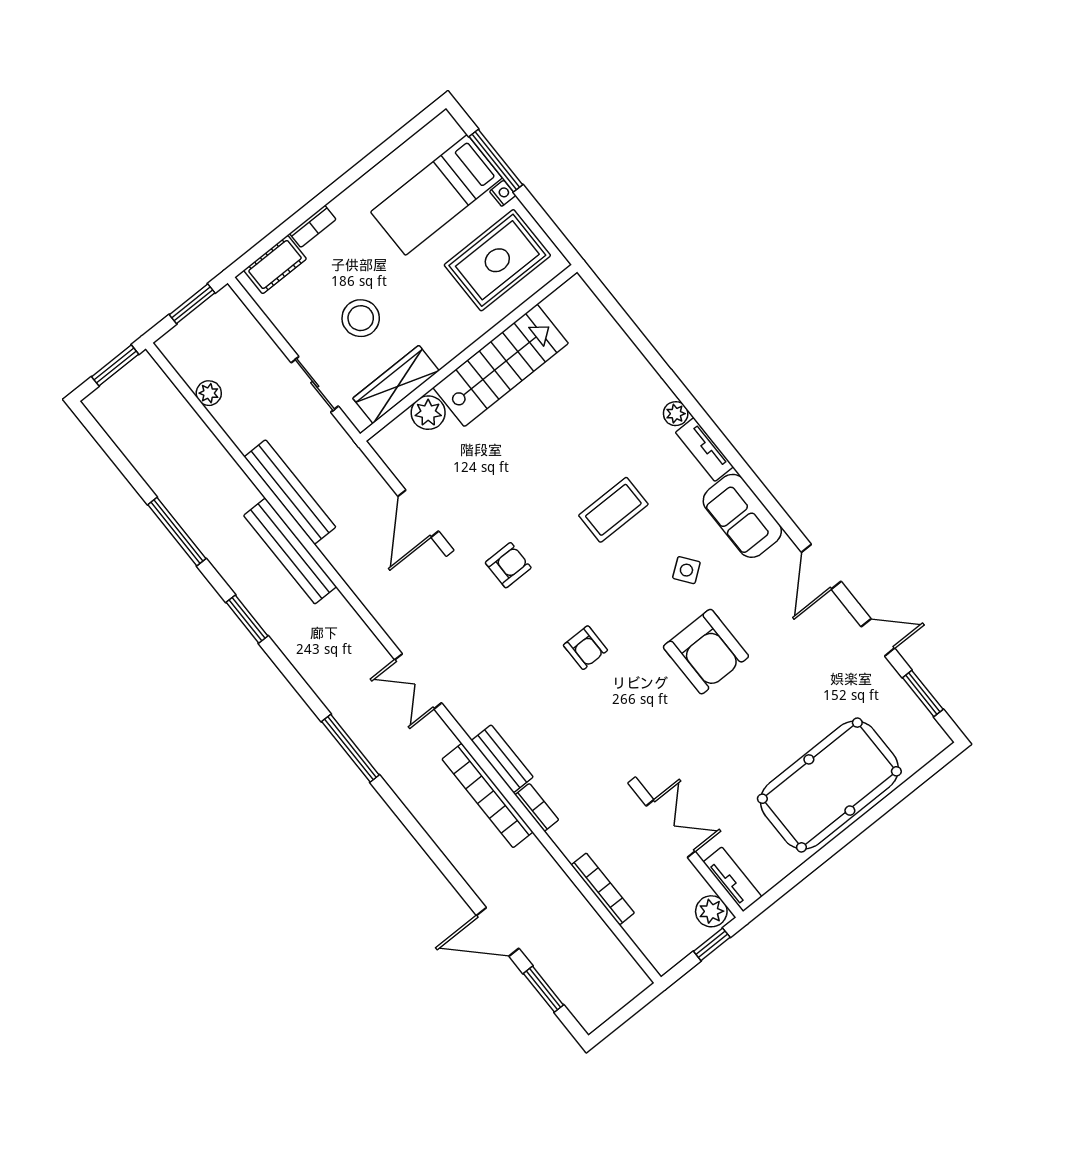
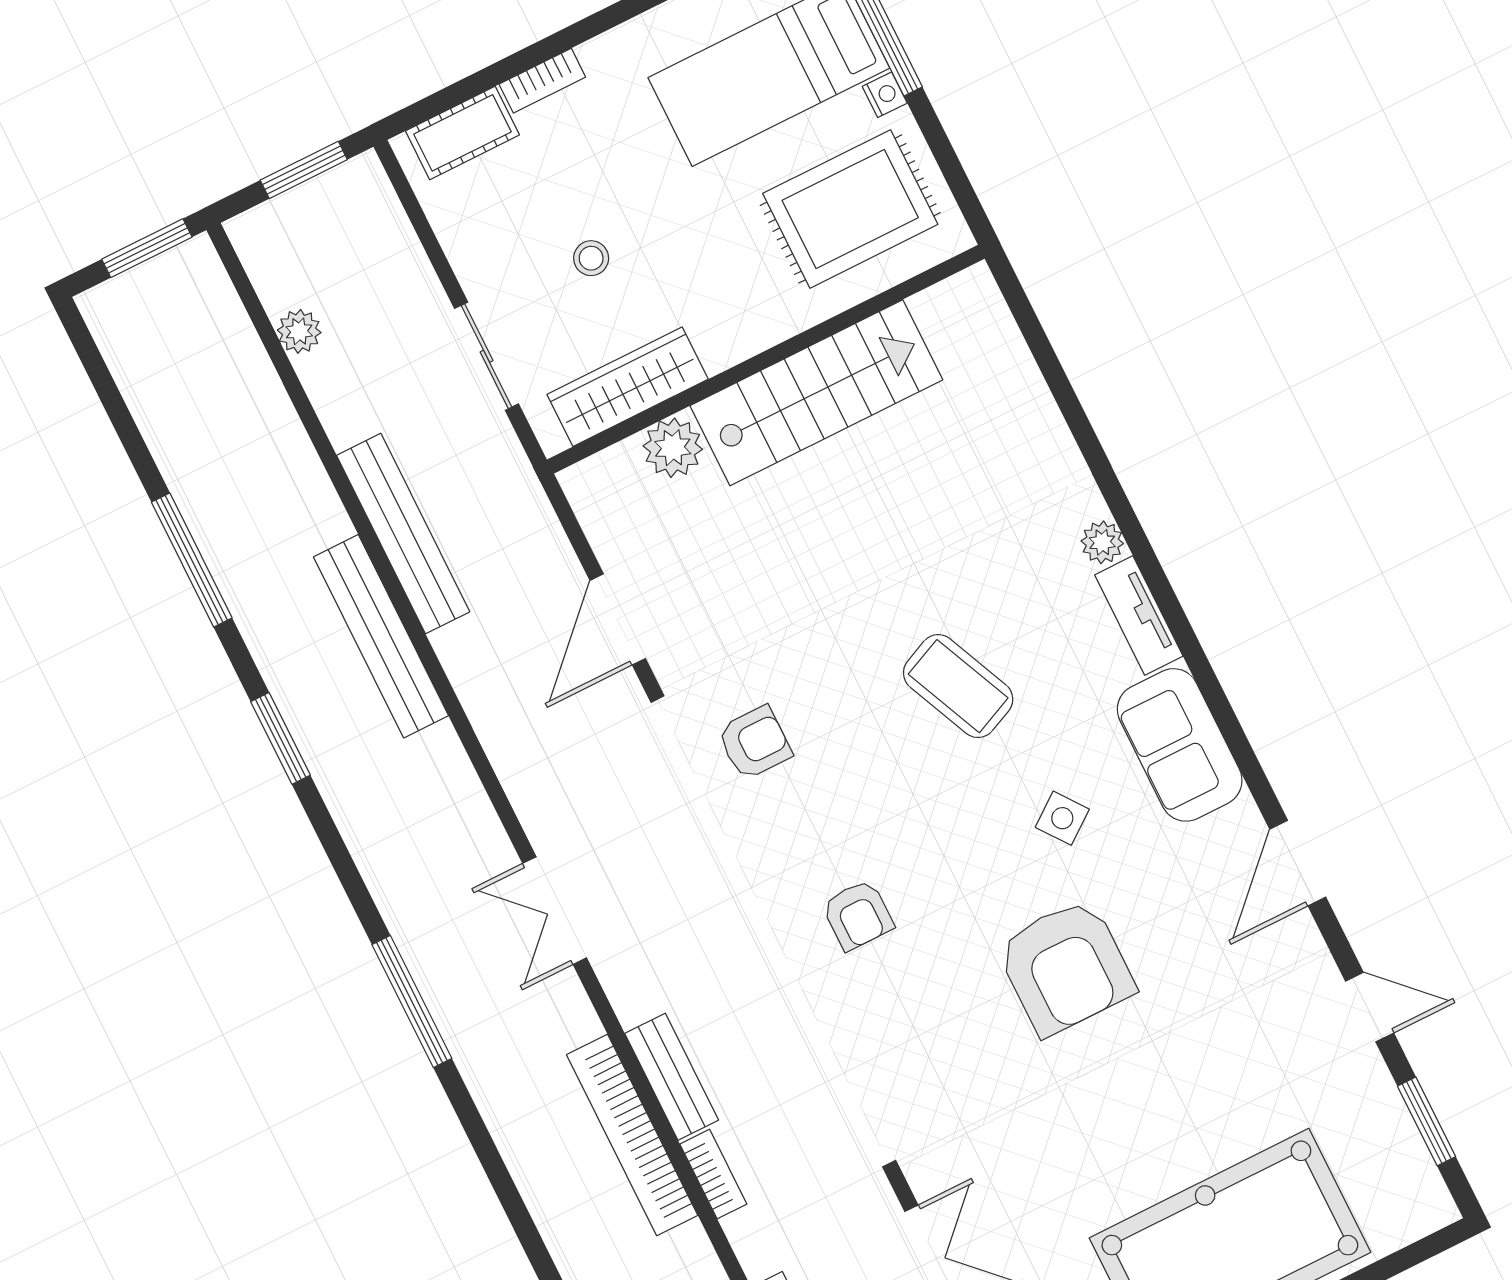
stool: (361, 318) -> (591, 258), width x0.53, depth x0.53
coffee table: (613, 510) -> (958, 686), turned 66

